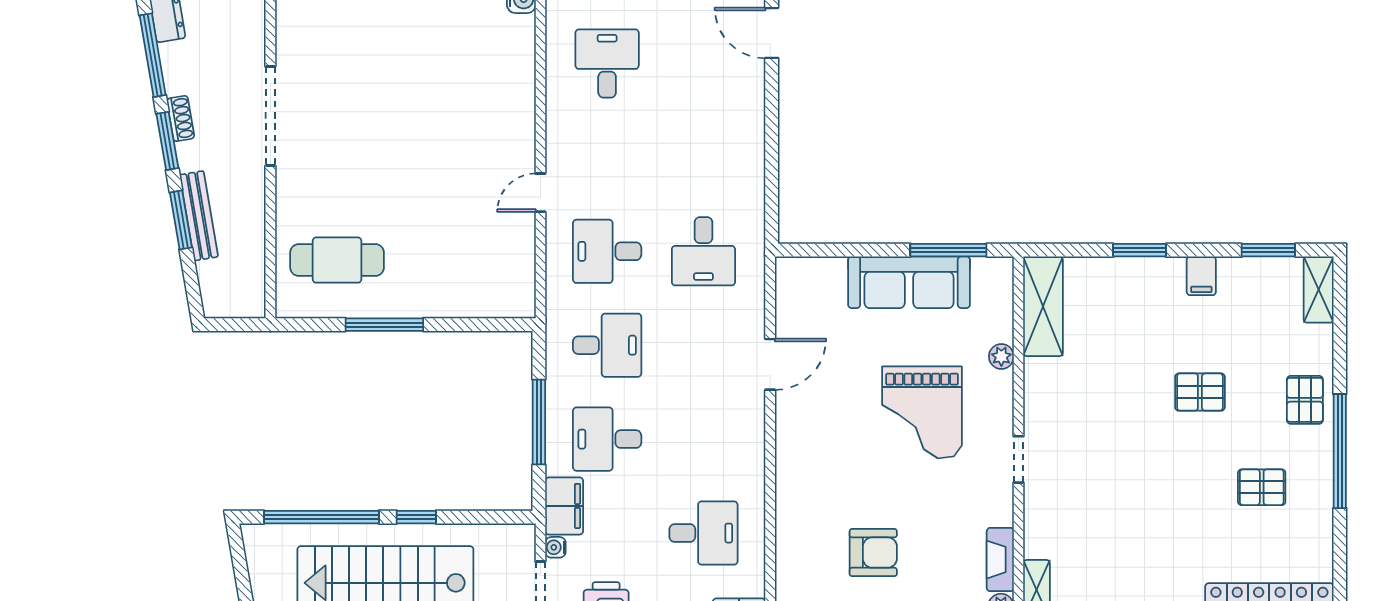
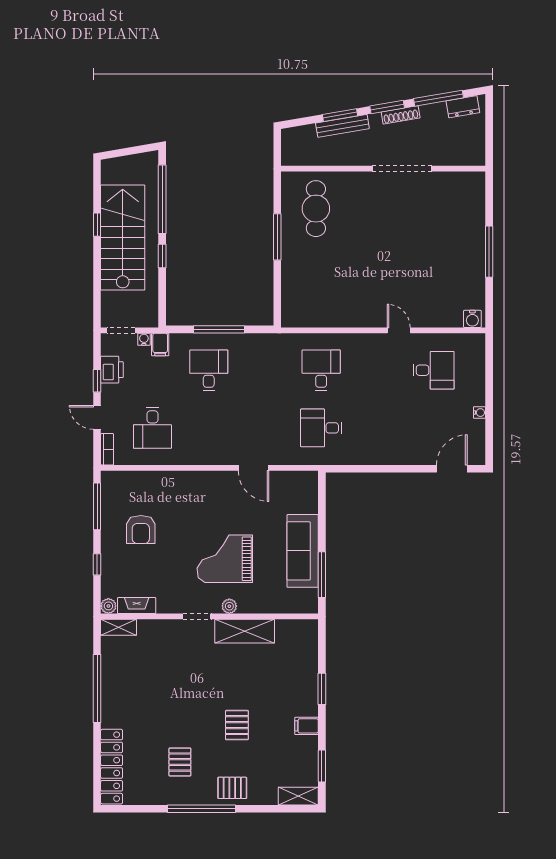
shoe rack: (181, 118) -> (401, 115), width x1.43
door: (540, 193) -> (399, 330), moved
shelving: (1043, 306) -> (245, 631), moved
desk: (607, 345) -> (265, 370), removed
plant: (1001, 356) -> (229, 606), moved
filing cabinet: (564, 506) -> (160, 345), width x0.50

